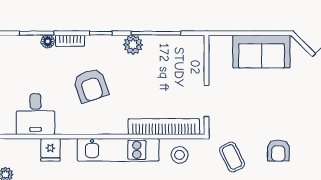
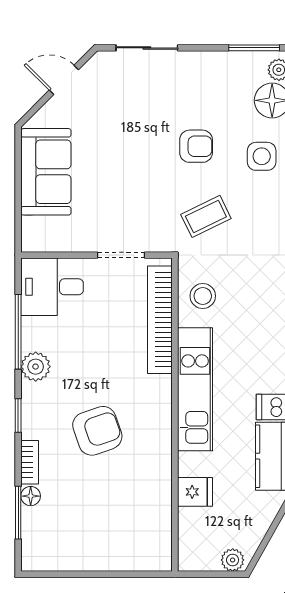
desk: (35, 114) -> (52, 287), moved, turned 180

